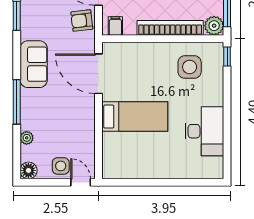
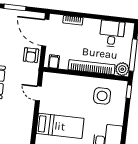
armchair: (82, 21) -> (31, 55), turned -83
door: (98, 74) -> (38, 93), width x0.53

